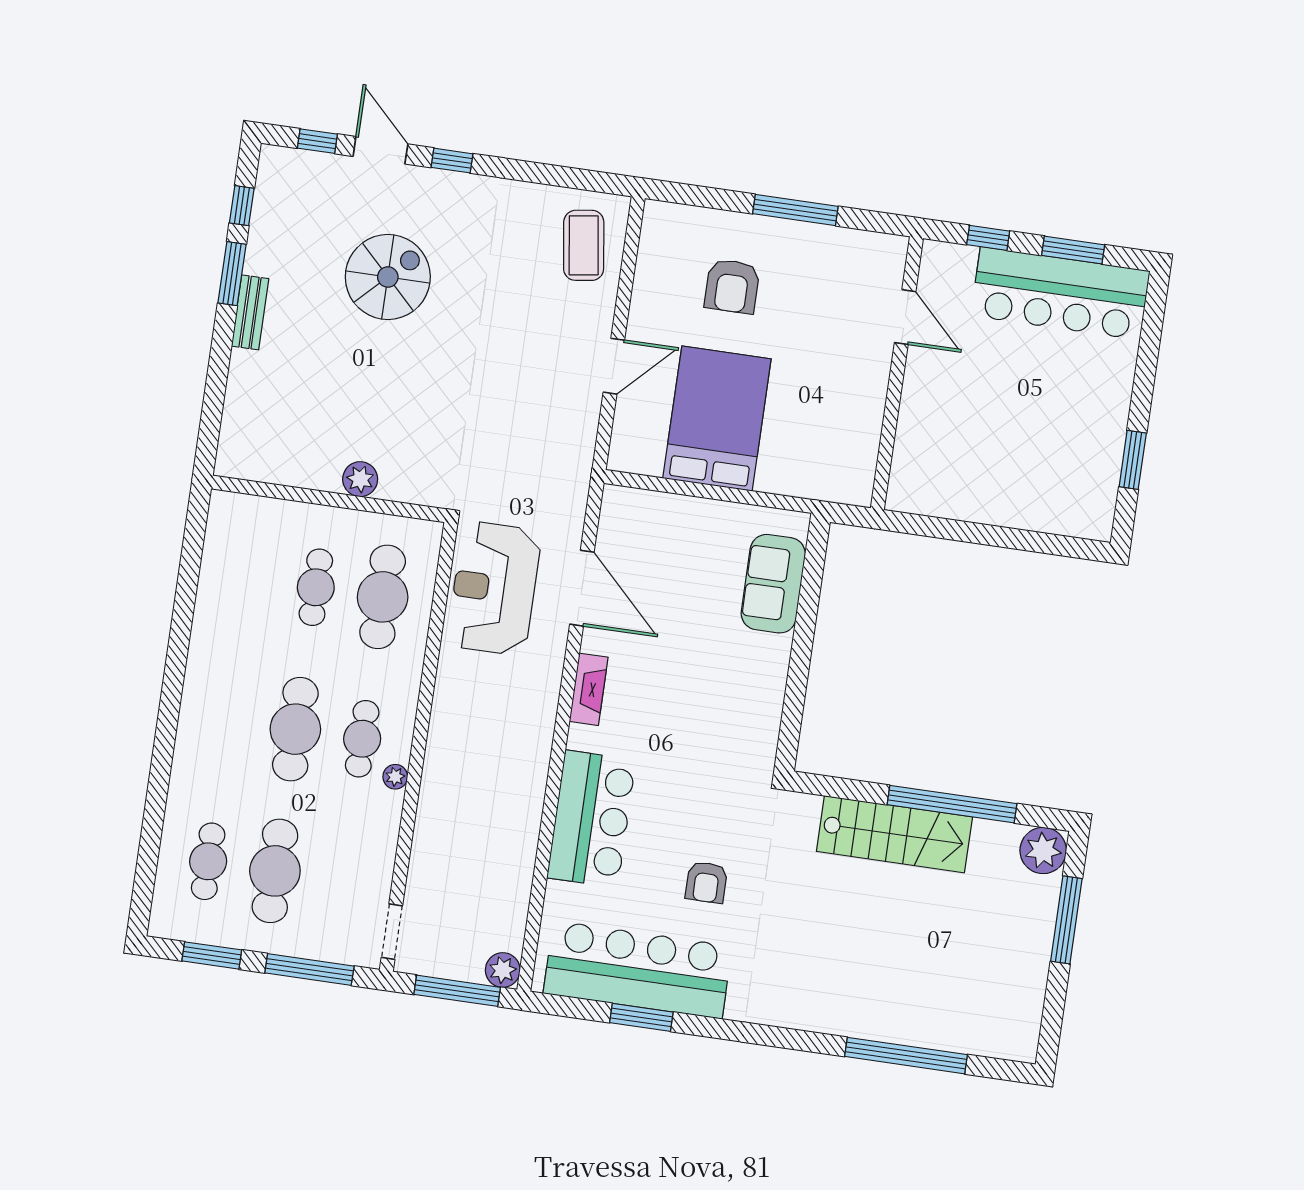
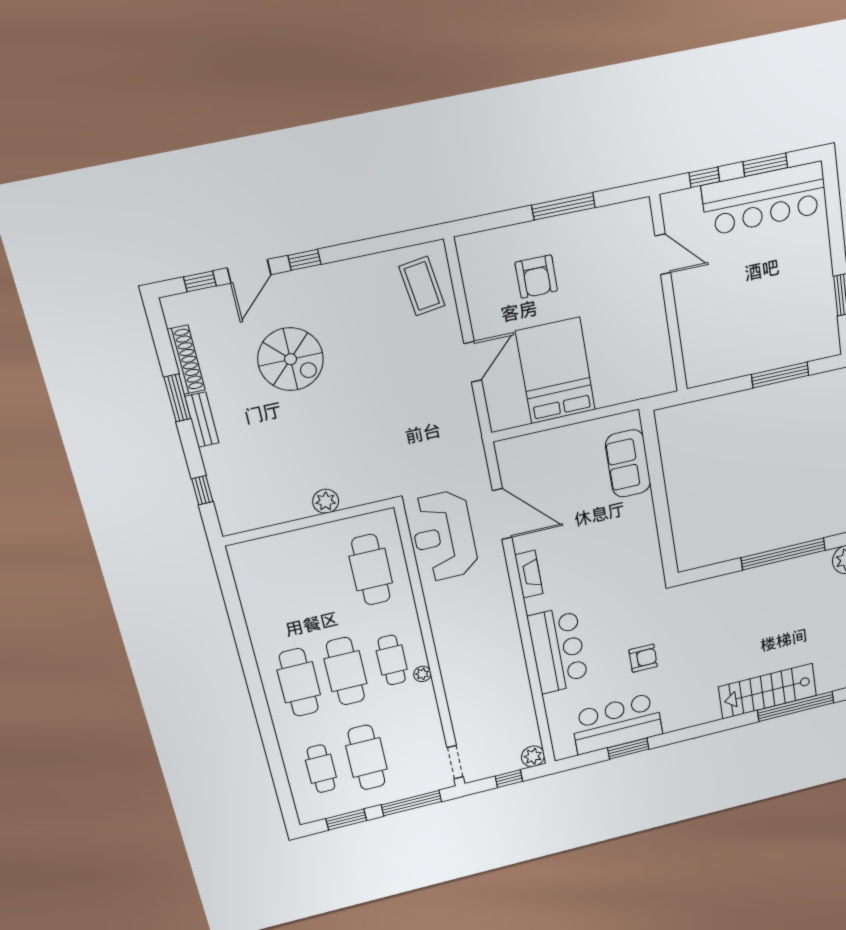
door: (380, 150) -> (249, 271), swing flipped
window: (242, 206) -> (202, 490), moved
shoe rack: (262, 230) -> (186, 360), added
spiral stairs: (388, 277) -> (291, 359), turned 90
window: (1018, 539) -> (780, 375), added
cafe table: (316, 587) -> (299, 682), moved, width x1.37, depth x1.35
stairs: (894, 834) -> (768, 691), moved, turned 180
armchair: (706, 882) -> (643, 658), turned -90
bar counter: (638, 970) -> (617, 724), width x0.73
window: (457, 991) -> (509, 779), width x0.46

